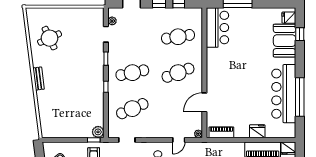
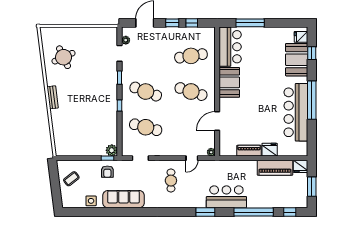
booth: (217, 63) -> (229, 82), added
cafe table: (132, 73) -> (146, 92), turned 33
cafe table: (178, 73) -> (191, 92), turned 39
window: (300, 97) -> (312, 100), moved
cafe table: (132, 109) -> (146, 127), turned 39
piano: (221, 132) -> (249, 151), moved

